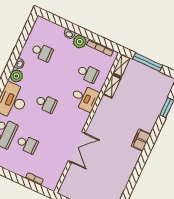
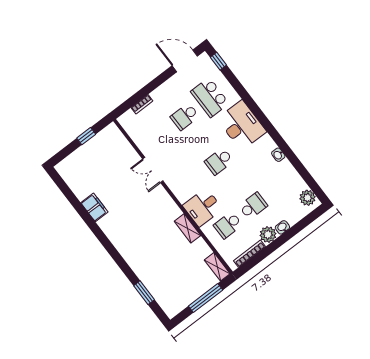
school desk: (42, 52) -> (253, 206), moved, turned 180
plant: (16, 76) -> (308, 198), moved
shelving: (112, 86) -> (187, 228), moved
filing cabinet: (141, 140) -> (94, 207), moved
double door: (77, 147) -> (153, 170), width x0.73

